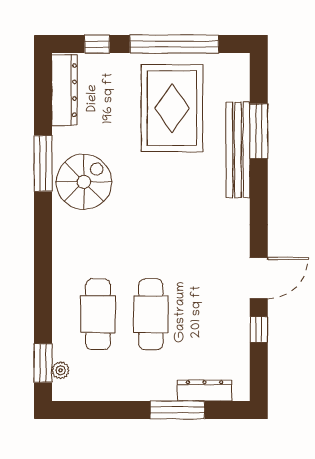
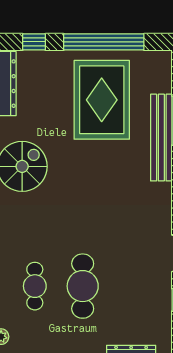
cafe table: (98, 314) -> (35, 286), width x0.73, depth x0.74

